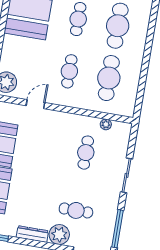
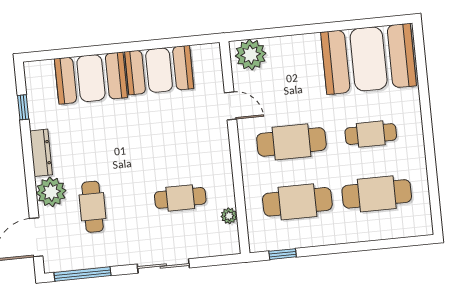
cafe table: (69, 71) -> (291, 142), width x1.37, depth x1.35
window: (140, 97) -> (283, 254), added

